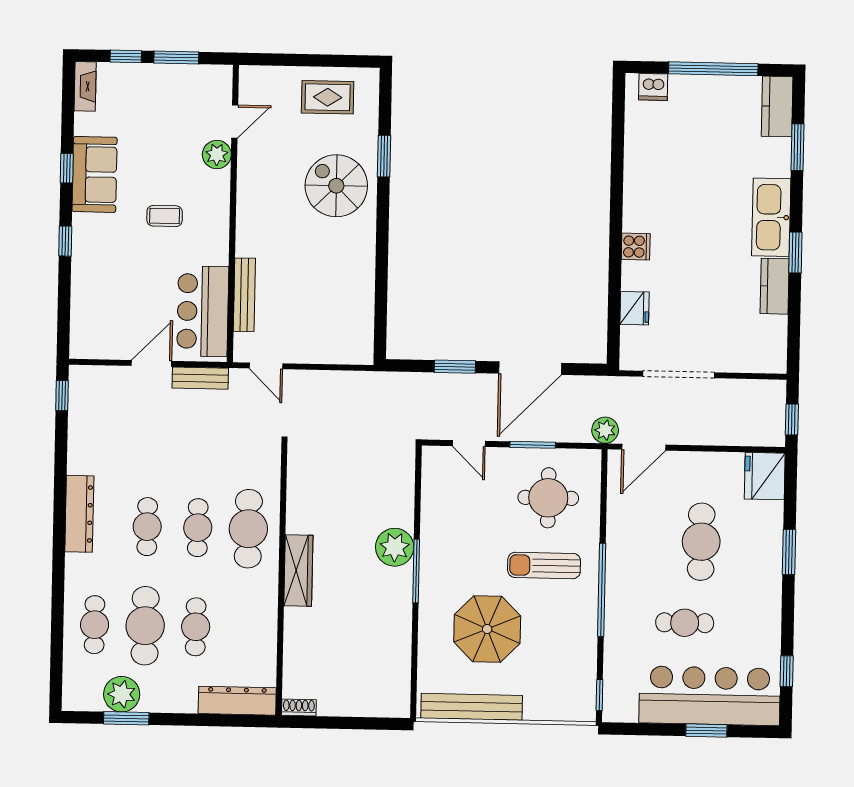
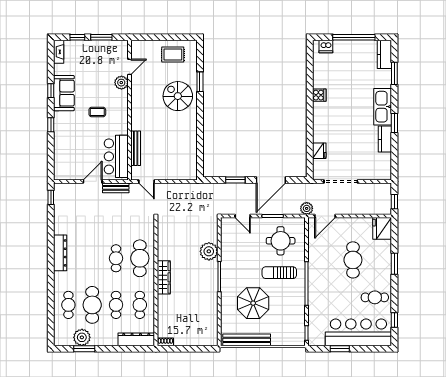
cooker: (636, 247) -> (319, 95), moved
cafe table: (147, 527) -> (140, 305), moved
plant: (395, 547) -> (209, 251), moved
cafe table: (685, 623) -> (375, 297), moved
window: (706, 730) -> (340, 349), moved

